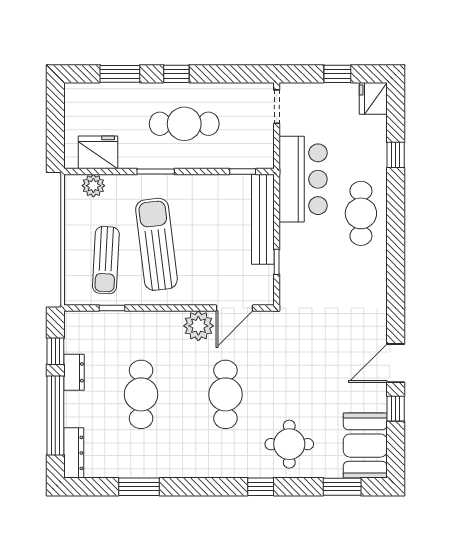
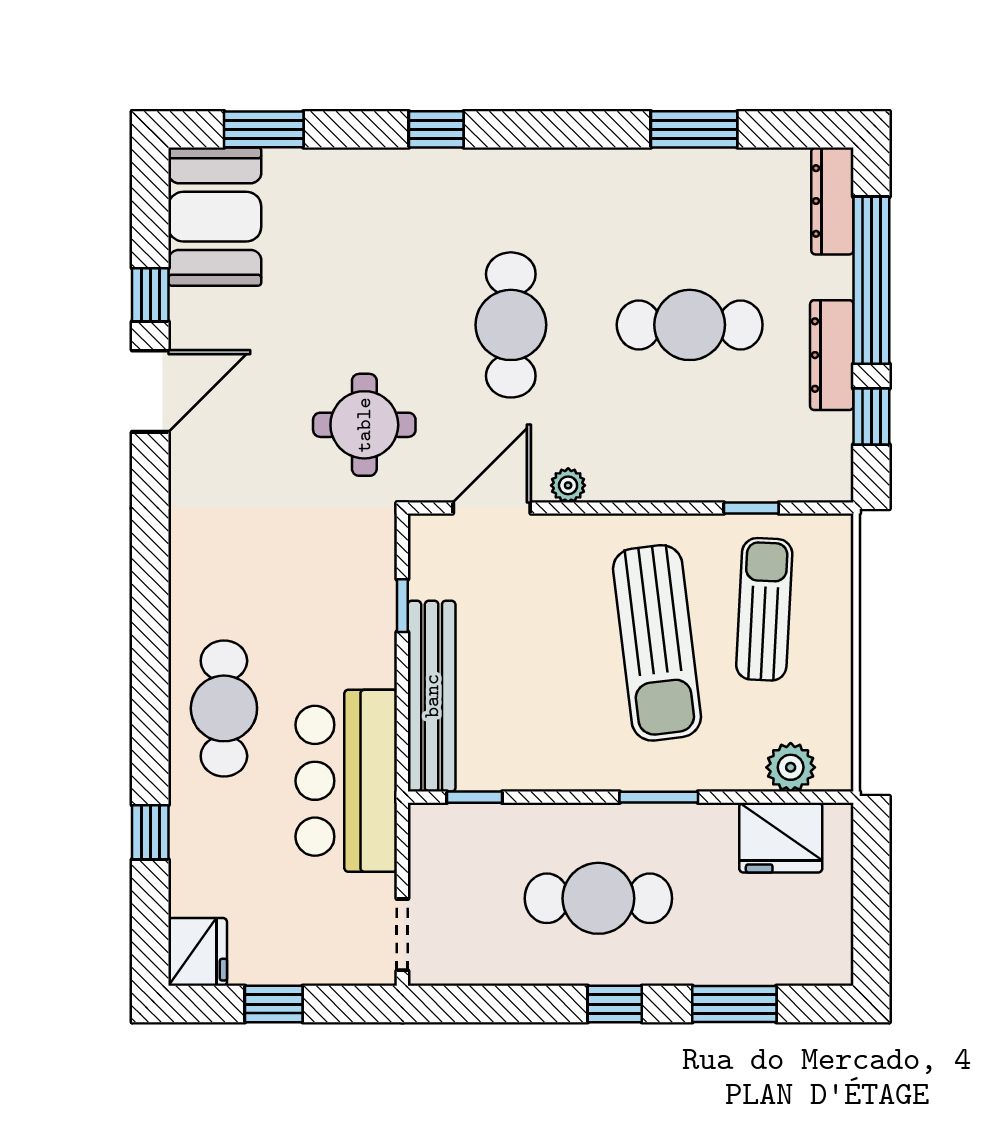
plant: (198, 326) -> (568, 485), width x0.53, depth x0.53
dresser: (74, 372) -> (832, 355), width x1.44
cafe table: (141, 394) -> (690, 325), turned 90
round table: (289, 444) -> (364, 425), moved

